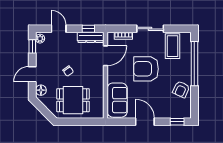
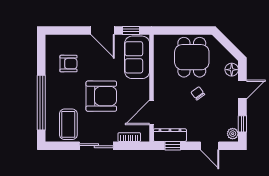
armchair: (181, 89) -> (68, 64), moved, turned 66
dining table: (73, 100) -> (192, 57), turned 90
window: (177, 122) -> (131, 31), moved

